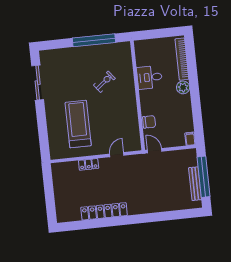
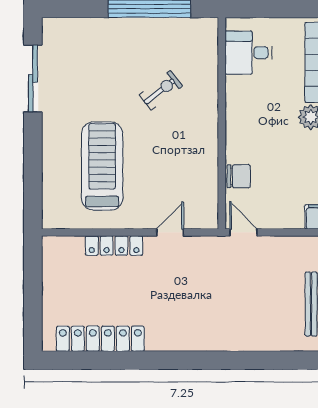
desk: (149, 77) -> (248, 53), moved
locker: (89, 164) -> (114, 246), width x1.53
locker: (104, 211) -> (100, 339), moved

